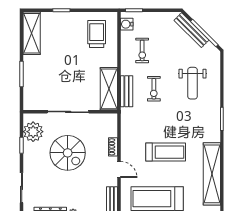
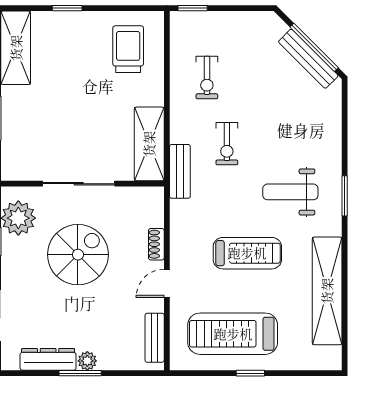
water cooler: (127, 24) -> (180, 32), removed
bench: (191, 30) -> (308, 59), moved
weight bench: (193, 83) -> (290, 192), moved, turned 90
bench: (127, 91) -> (180, 171), moved
spiral stairs: (68, 153) -> (78, 255), turned -90
door: (119, 170) -> (167, 283), swing flipped

